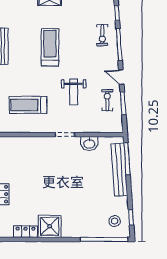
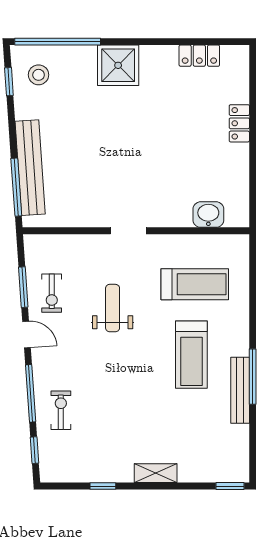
treadmill: (50, 47) -> (191, 355), moved
washbasin: (89, 144) -> (208, 215), moved
shower: (50, 226) -> (118, 65), moved

